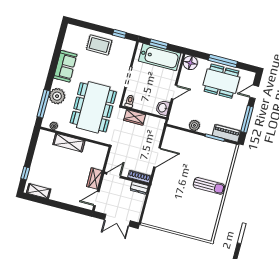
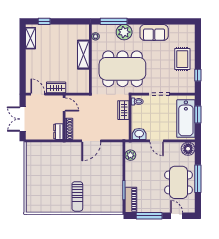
plant: (194, 125) -> (130, 155), moved
door: (157, 157) -> (91, 141), hinge flipped

